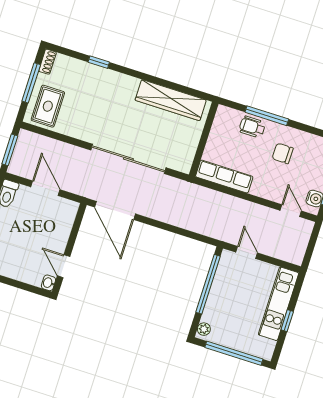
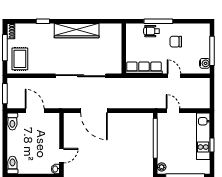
wardrobe: (171, 100) -> (77, 31), moved
door: (115, 211) -> (94, 111), moved
door: (291, 211) -> (174, 76), moved
door: (64, 266) -> (62, 156), swing flipped

